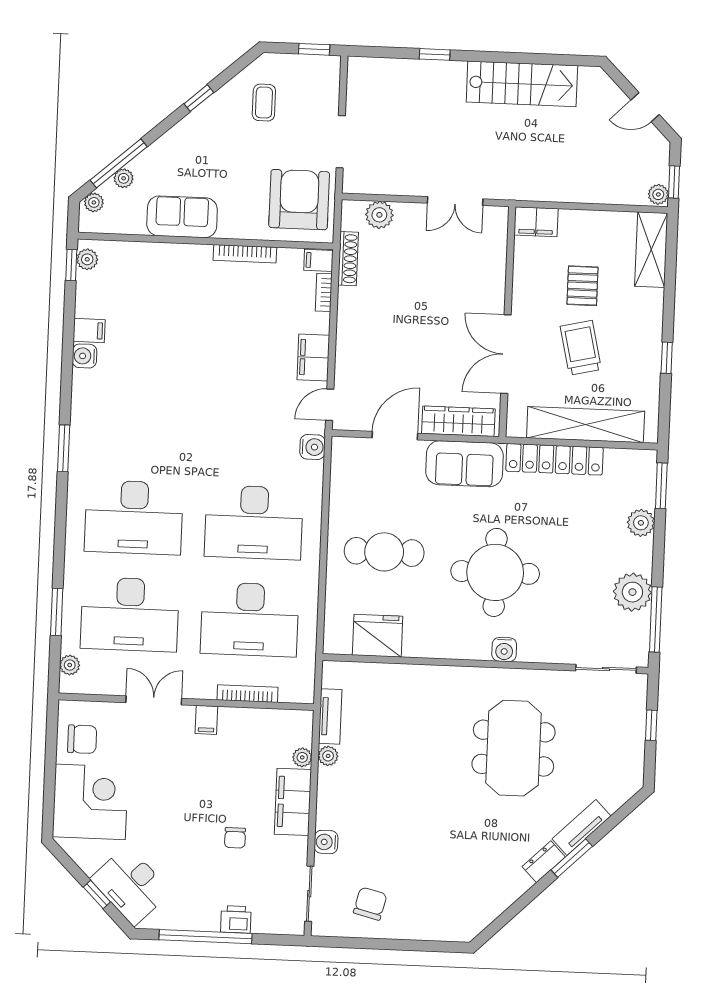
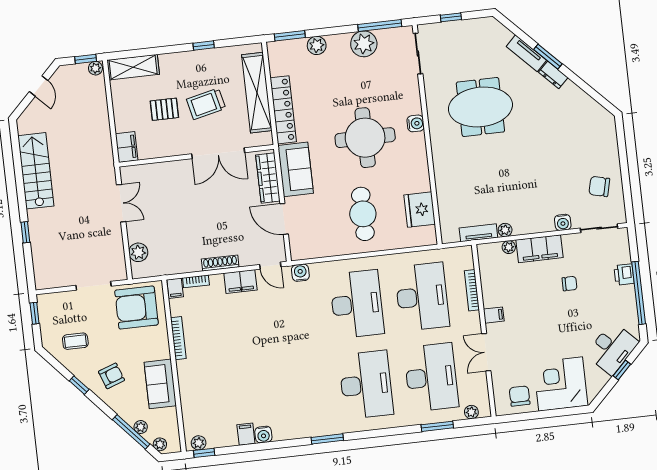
armchair: (205, 147) -> (112, 376), added
shoe rack: (348, 259) -> (220, 263), moved

